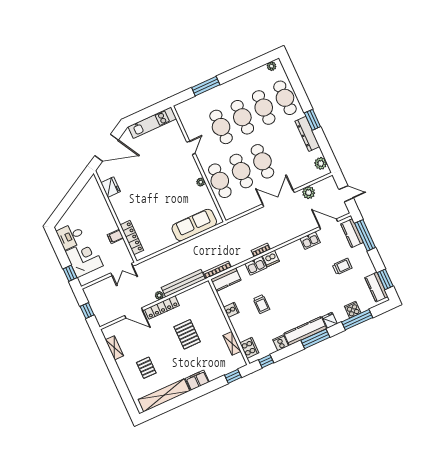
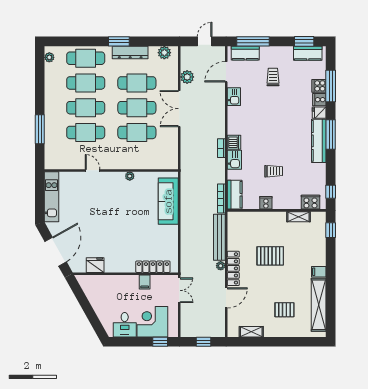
cafe table: (220, 181) -> (137, 83), moved
cooker: (281, 343) -> (319, 100), moved
filing cabinet: (197, 380) -> (319, 272), width x0.50

